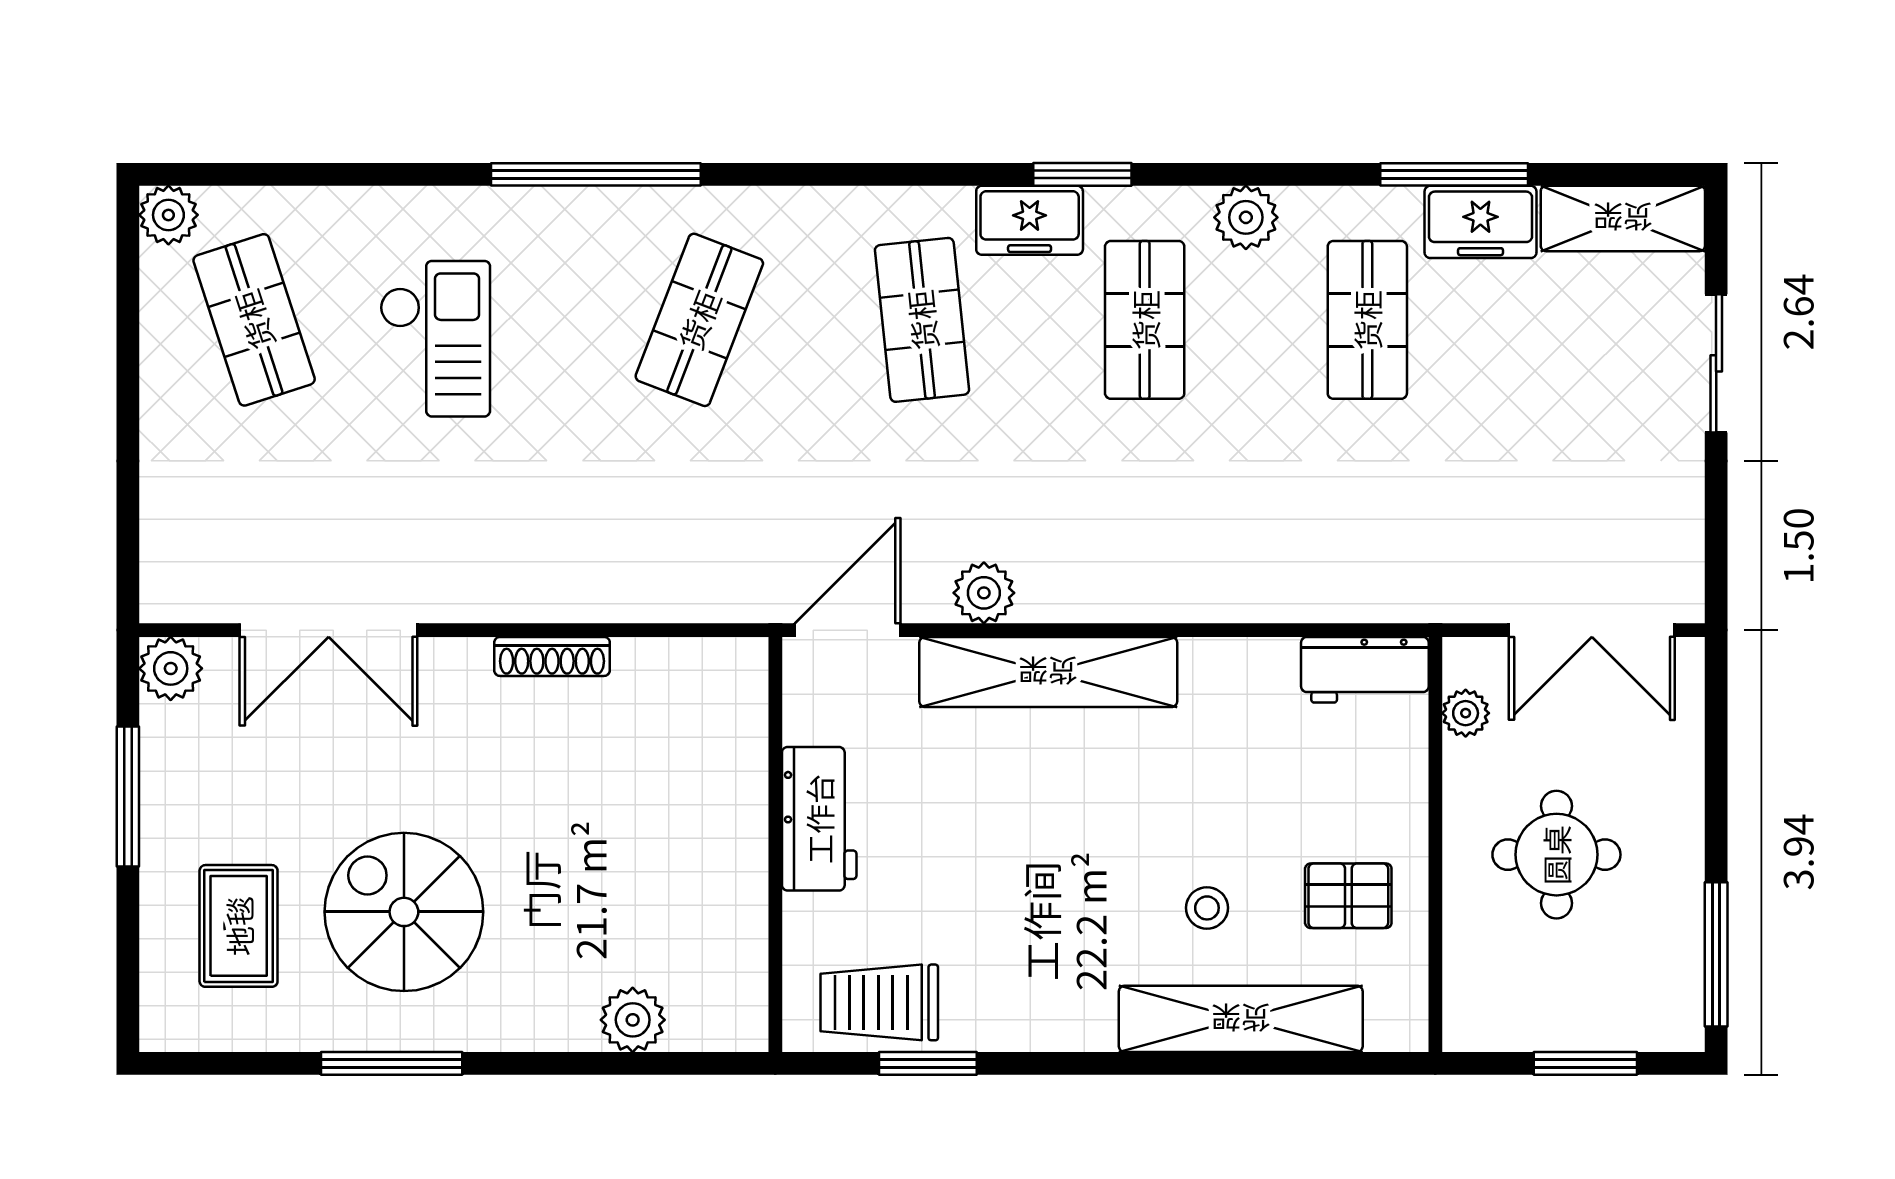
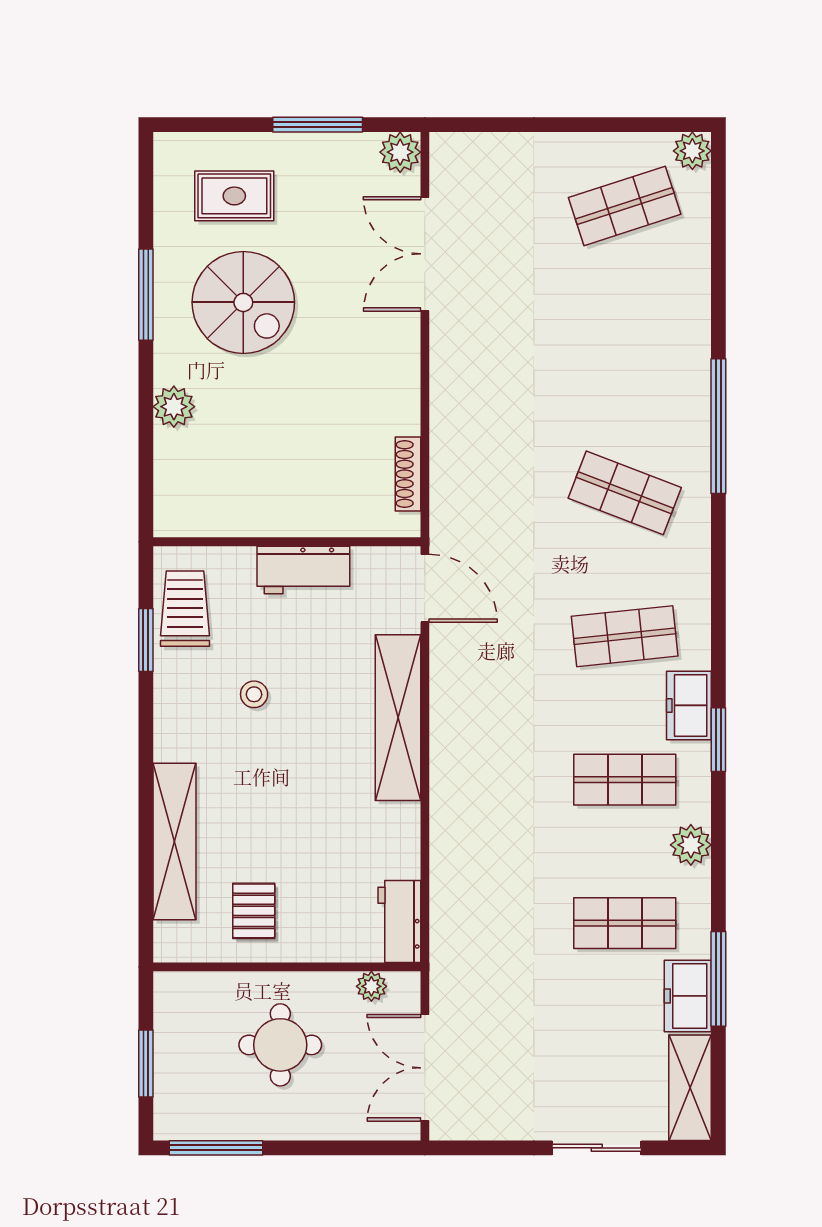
checkout: (435, 339) -> (613, 323), removed
plant: (984, 593) -> (449, 676), removed
shoe rack: (552, 656) -> (408, 474), moved
stool: (1207, 908) -> (254, 694), moved
spiral stairs: (404, 912) -> (243, 302), turned 90
plant: (633, 1020) -> (174, 407), moved

